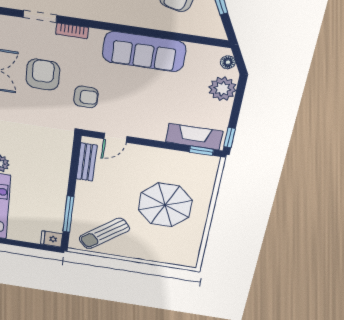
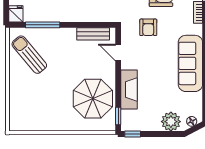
fireplace: (194, 137) -> (129, 89), moved
parasol: (165, 205) -> (93, 99), moved

